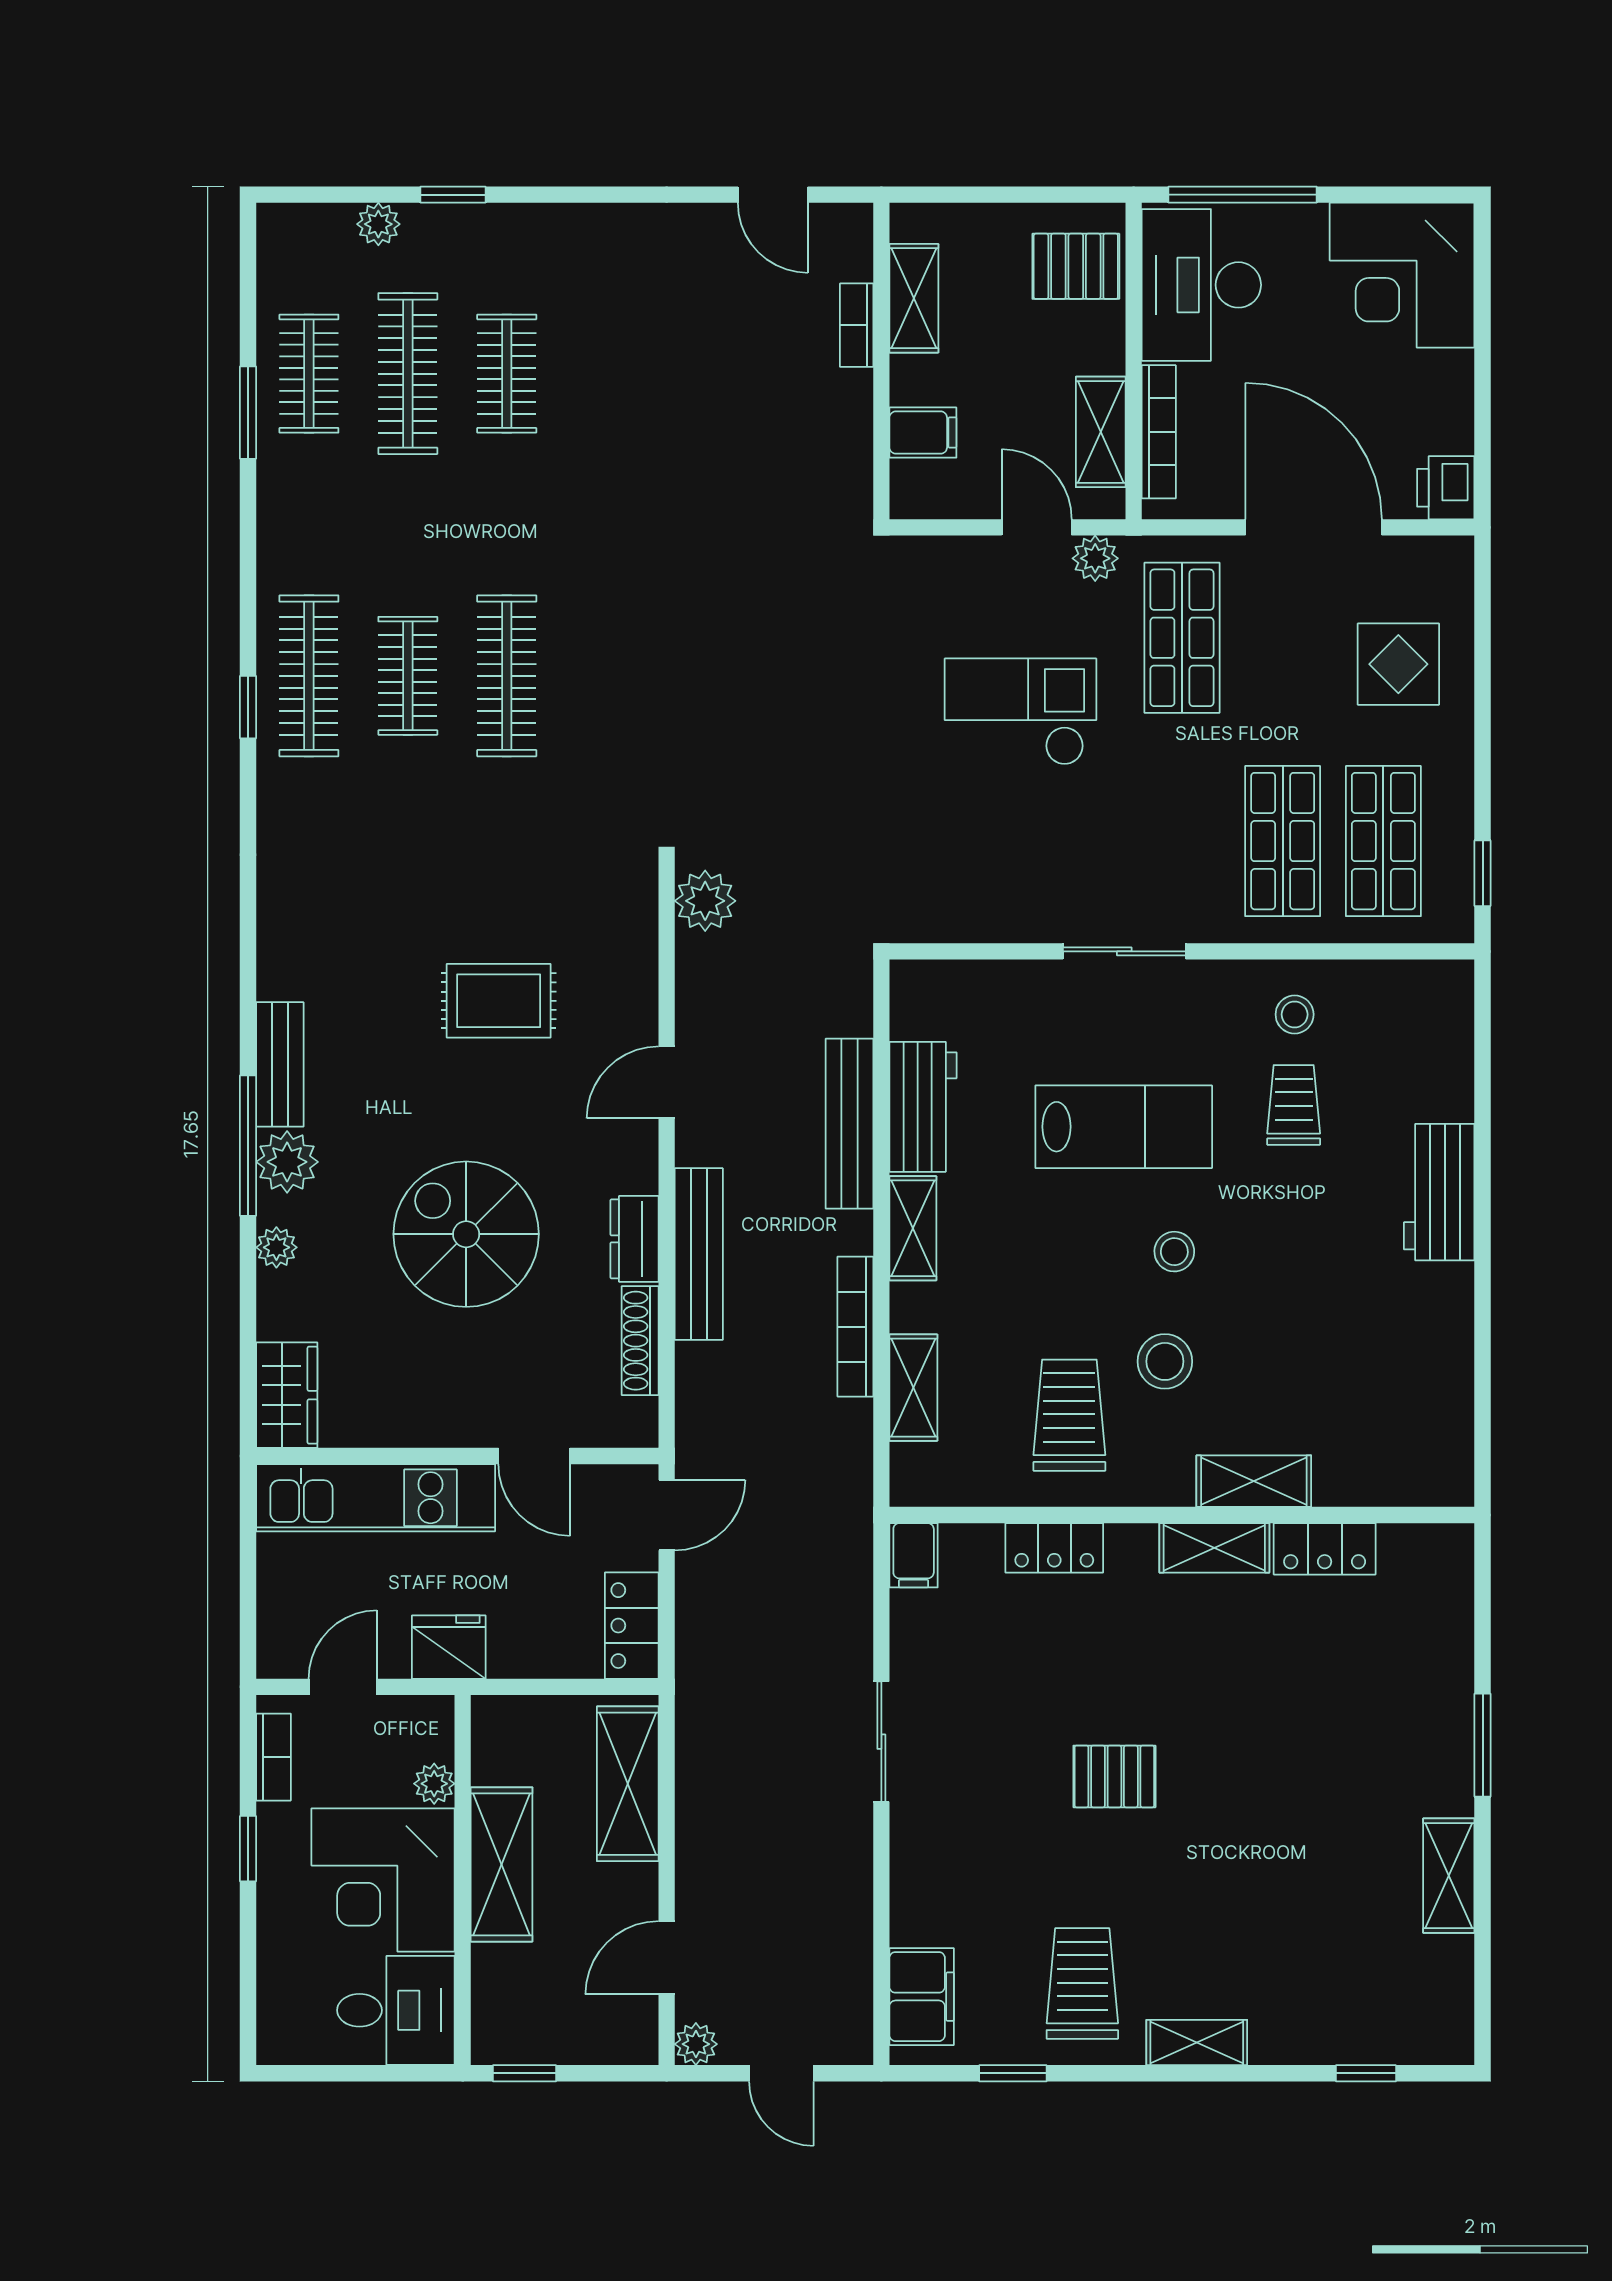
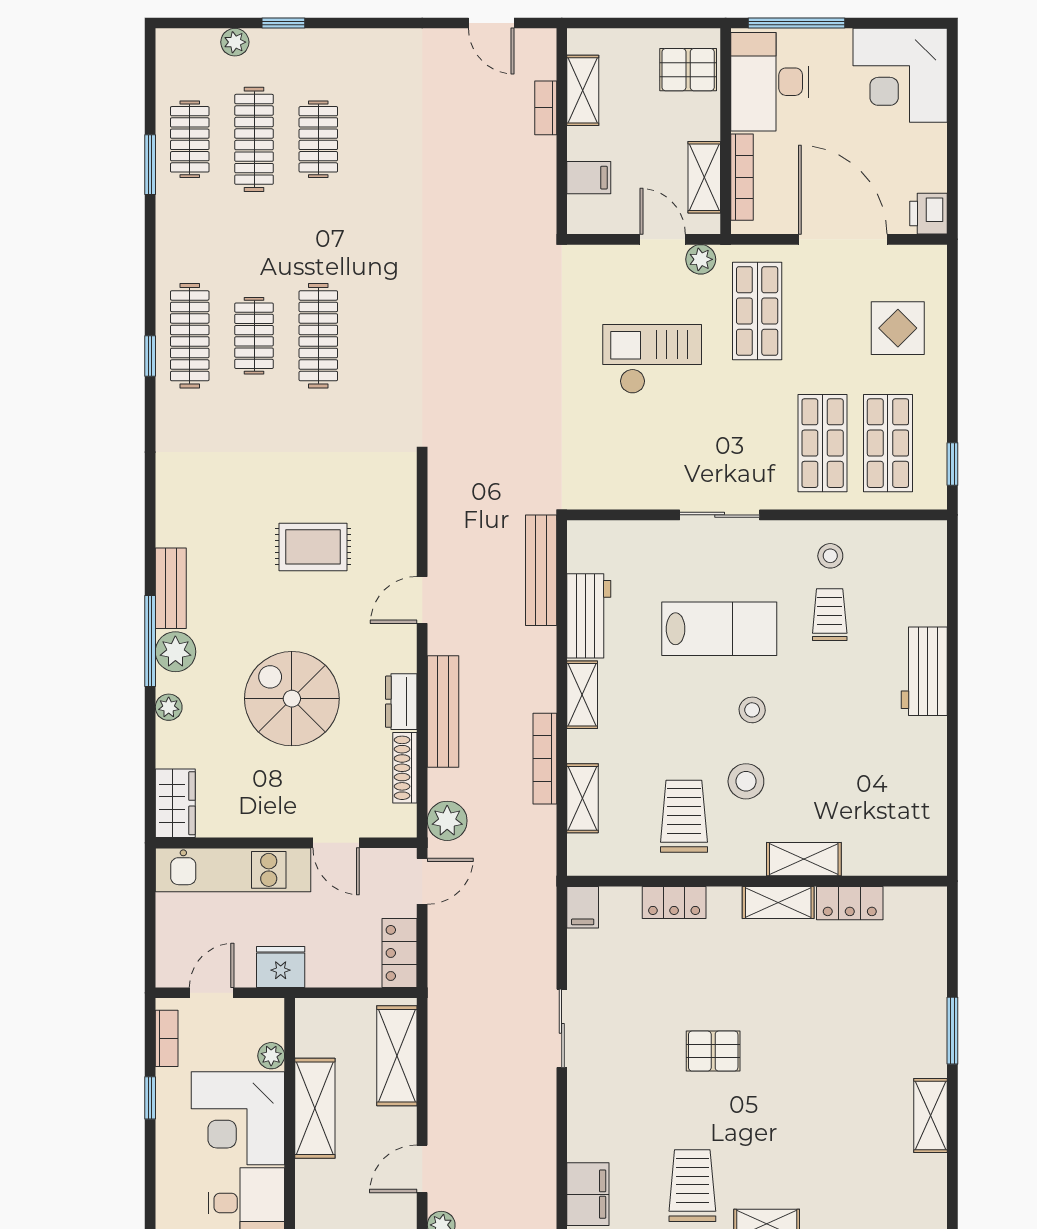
plant: (705, 901) -> (447, 821), moved
bench: (849, 1124) -> (541, 570), moved

